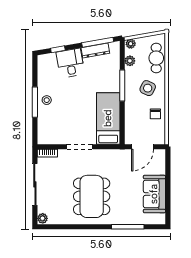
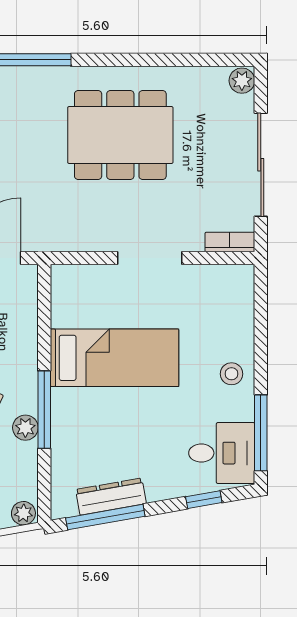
plant: (130, 61) -> (25, 428), moved
desk: (70, 63) -> (222, 453), moved, turned -80
window: (35, 102) -> (261, 433), moved
bed: (108, 118) -> (114, 358), moved, turned -90
dining table: (92, 196) -> (120, 135), turned 90

